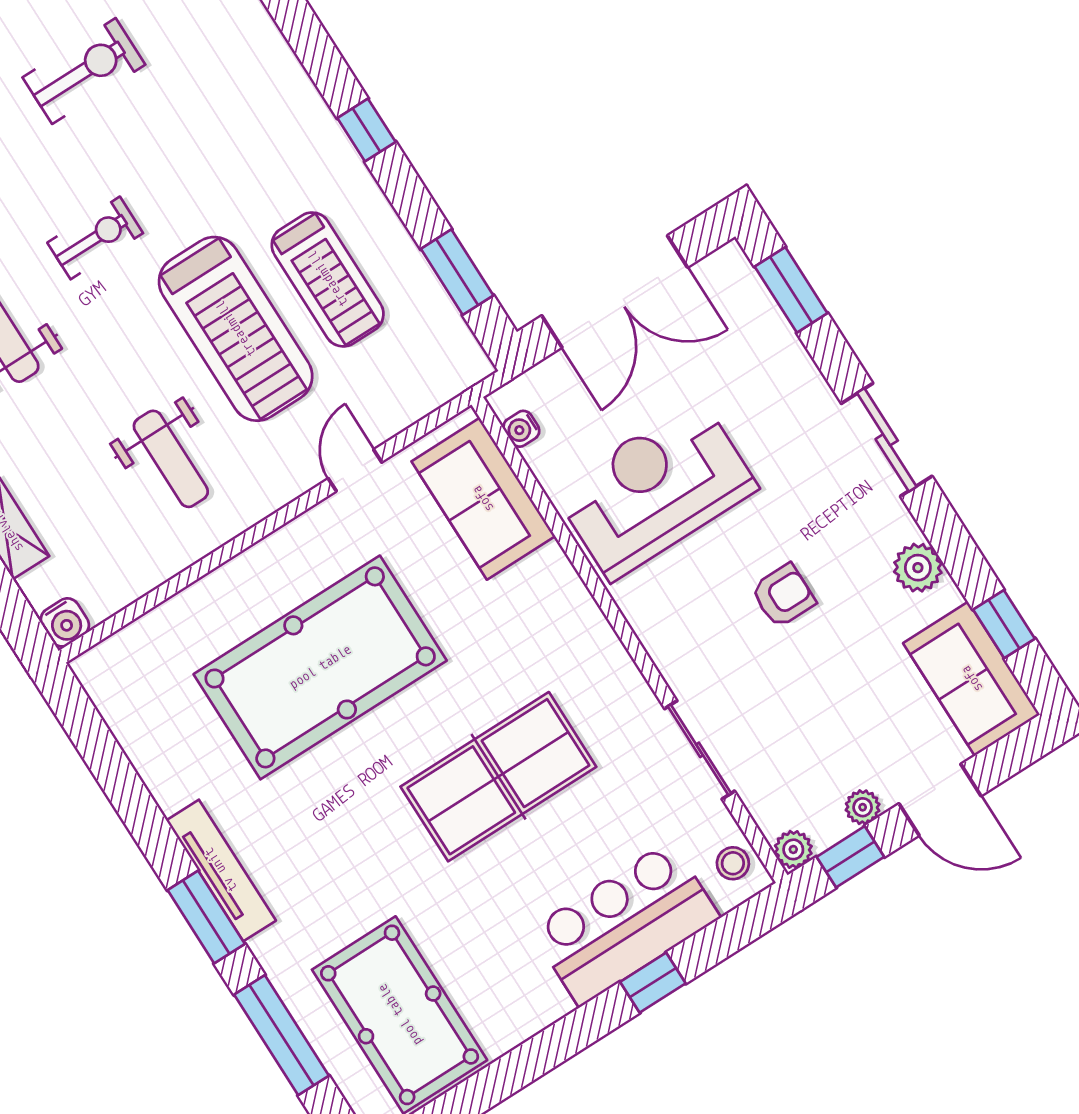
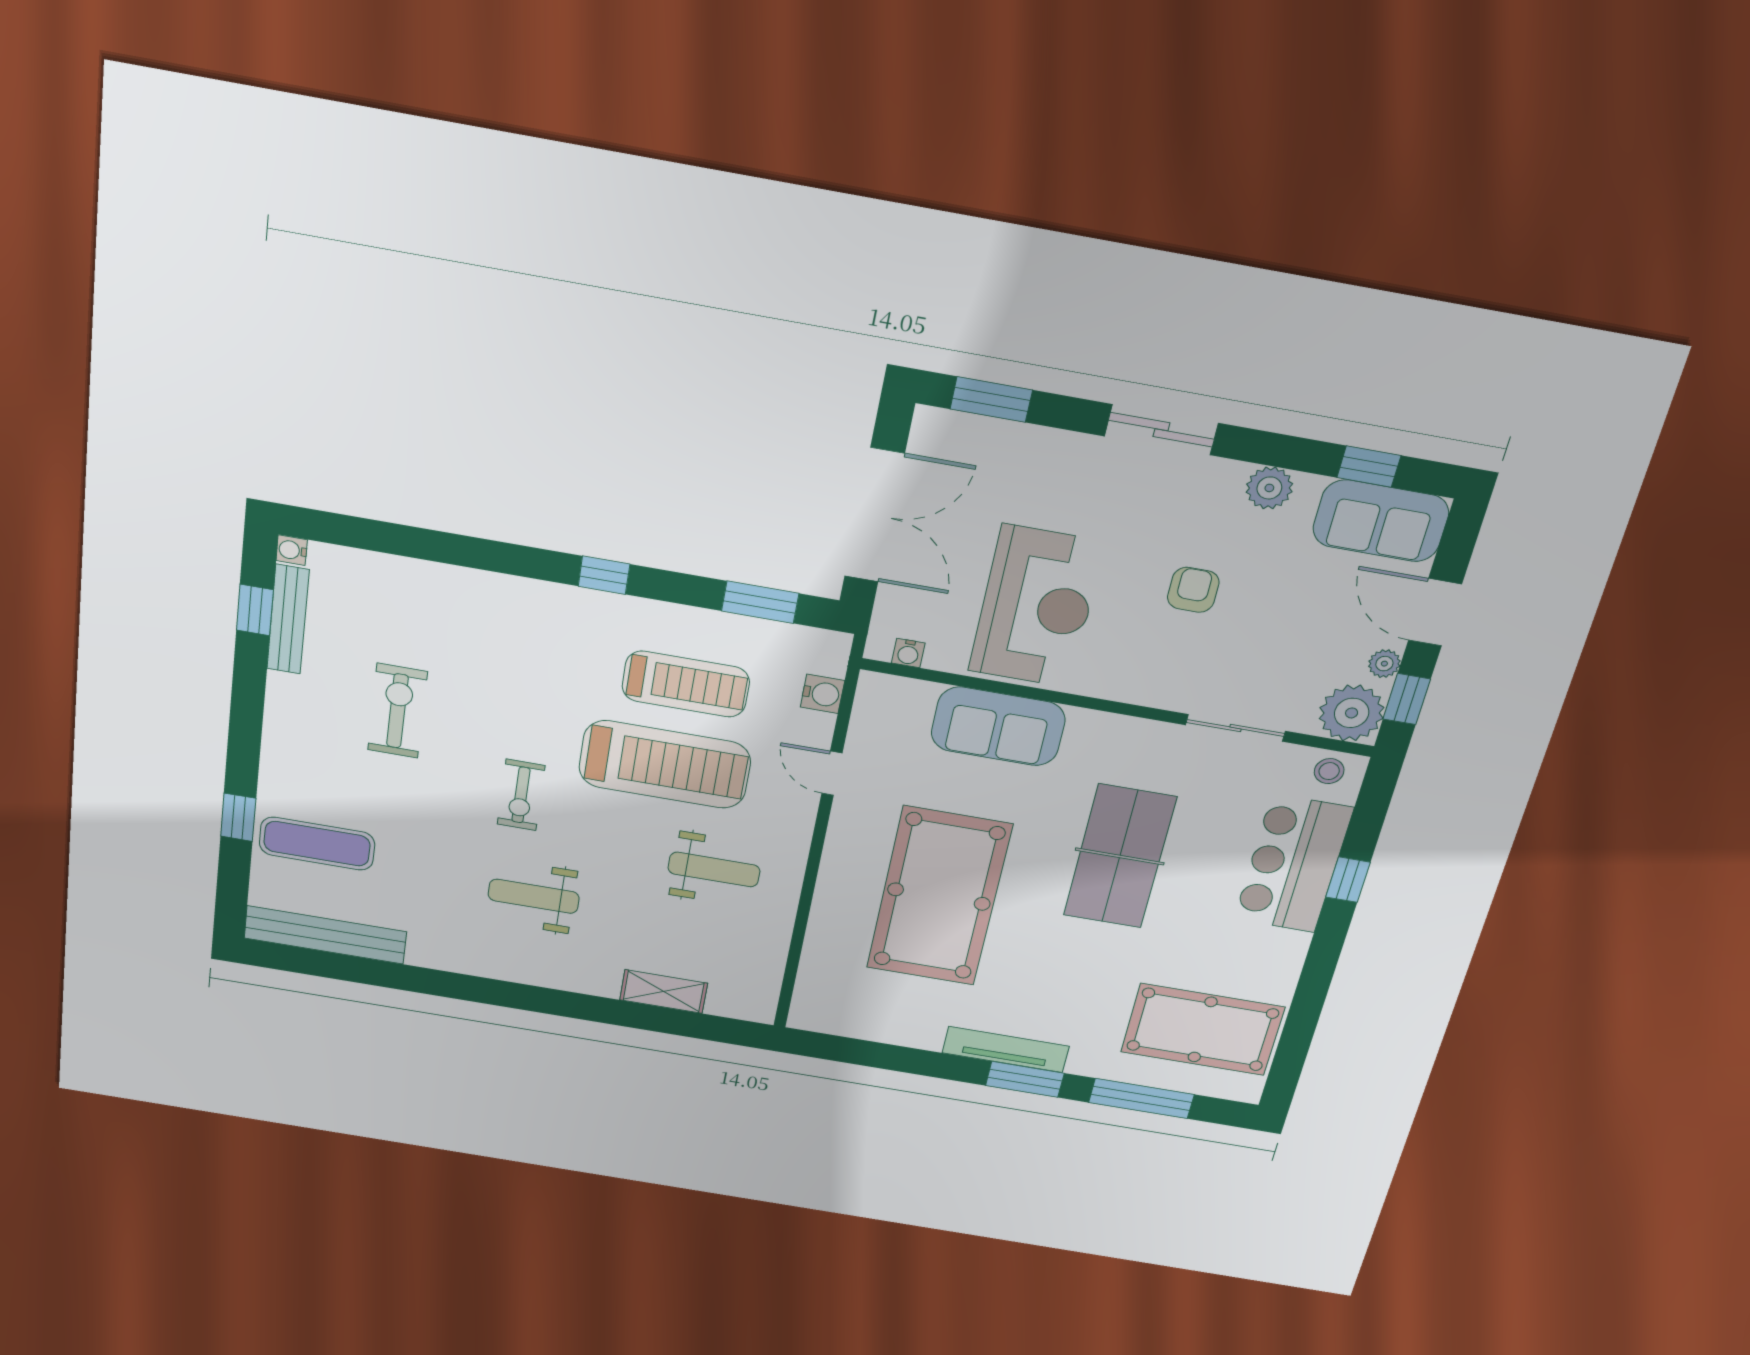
exercise bike: (95, 238) -> (521, 795), turned 180
reception desk: (655, 489) -> (1036, 607), turned 180
sofa: (483, 499) -> (998, 726), moved
water cooler: (65, 622) -> (822, 694), moved
door: (940, 800) -> (1435, 612), swing flipped
plant: (793, 849) -> (1352, 713), width x1.88, depth x1.88

